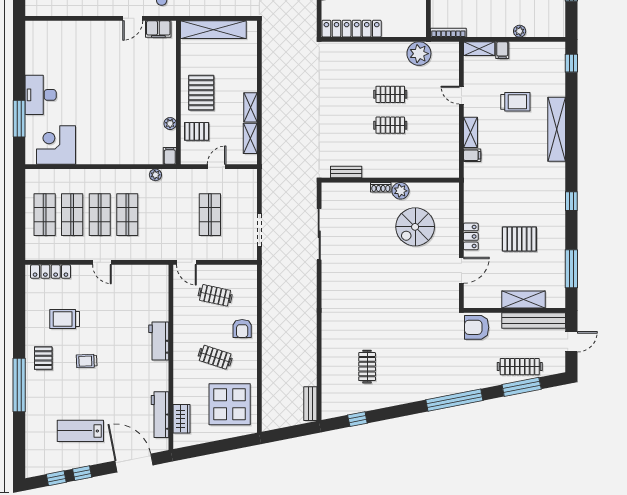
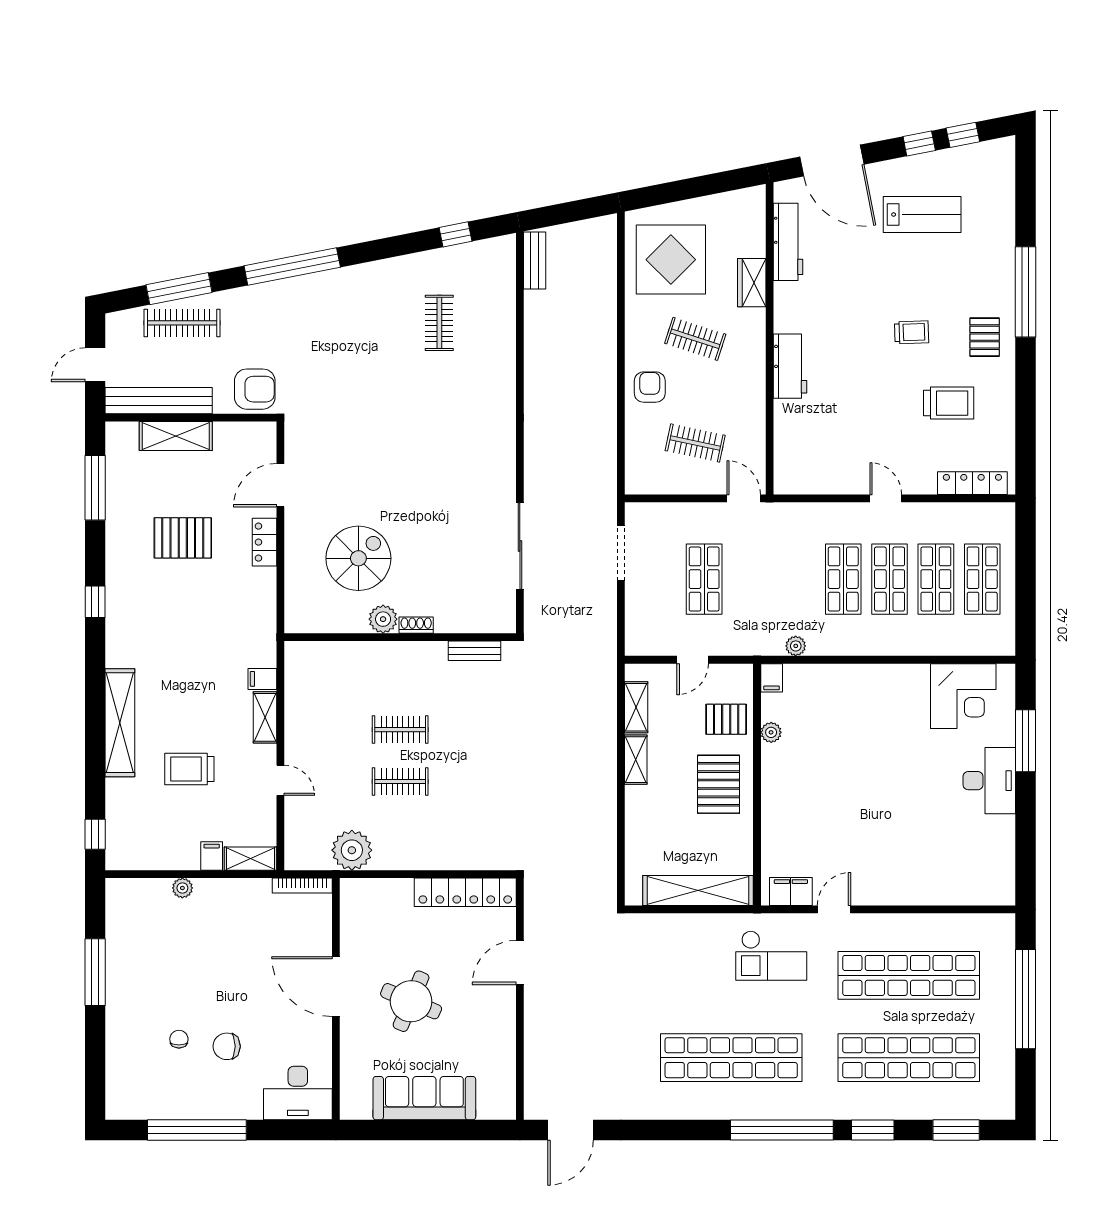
wardrobe: (182, 419) -> (752, 283), moved

